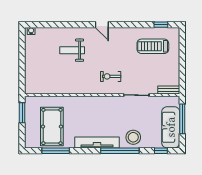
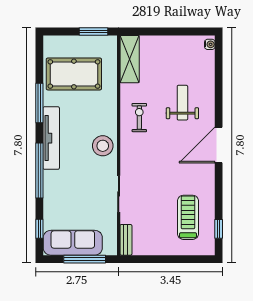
door: (102, 25) -> (219, 145), width x1.88
exercise bike: (111, 76) -> (139, 118), moved
shelving: (41, 87) -> (130, 59), added
stool: (133, 137) -> (103, 146), moved
window: (56, 151) -> (39, 103), moved

